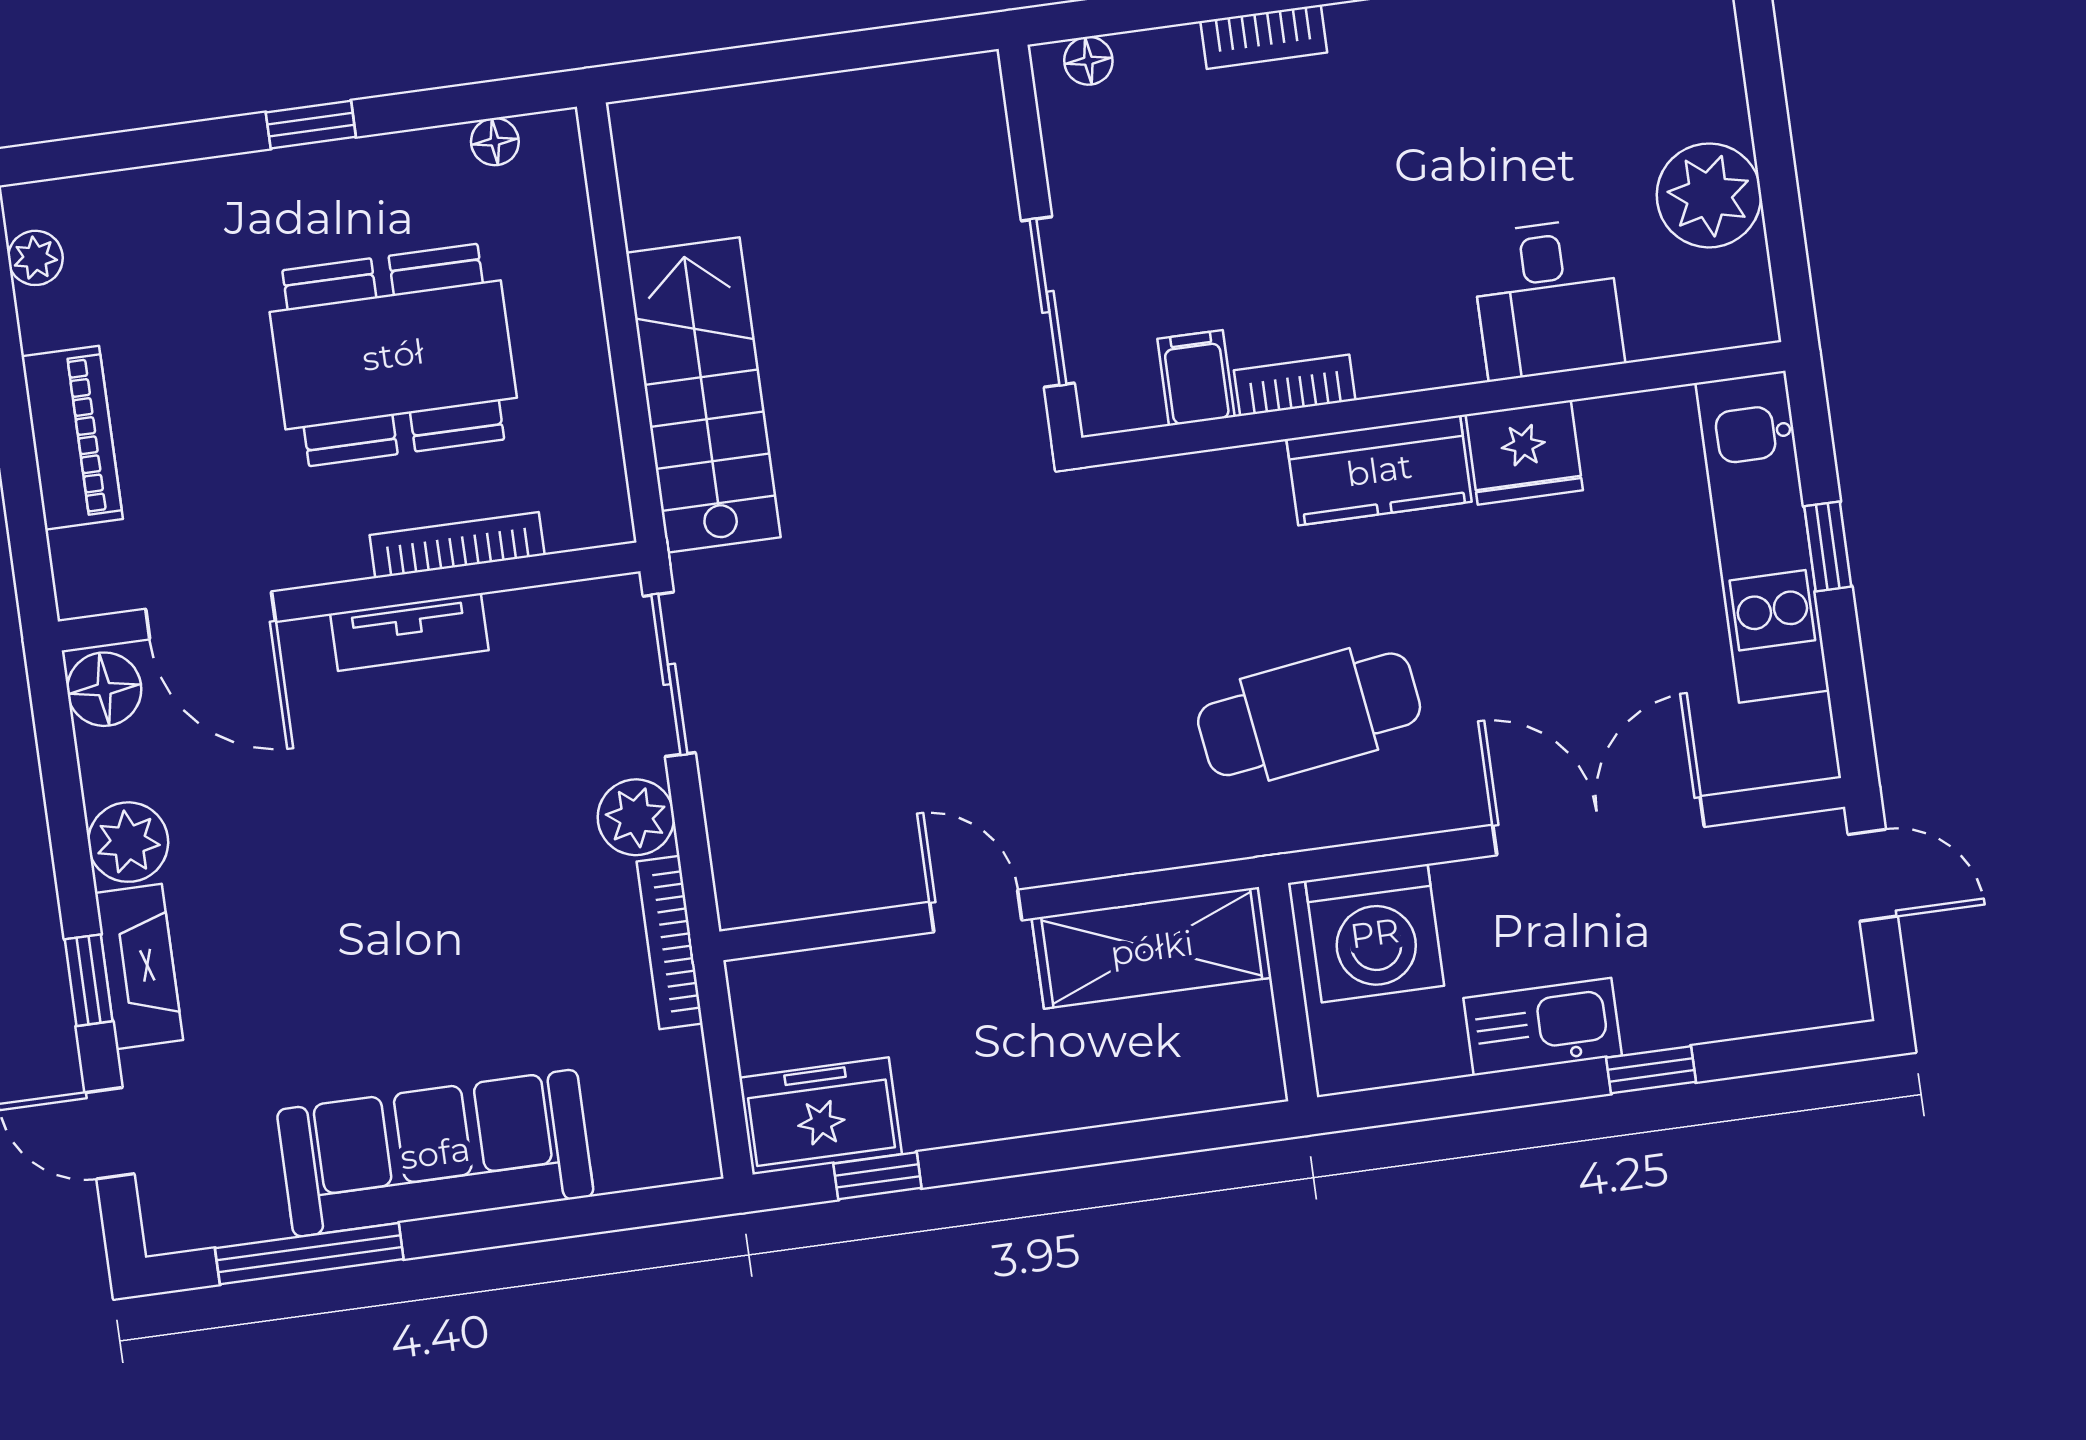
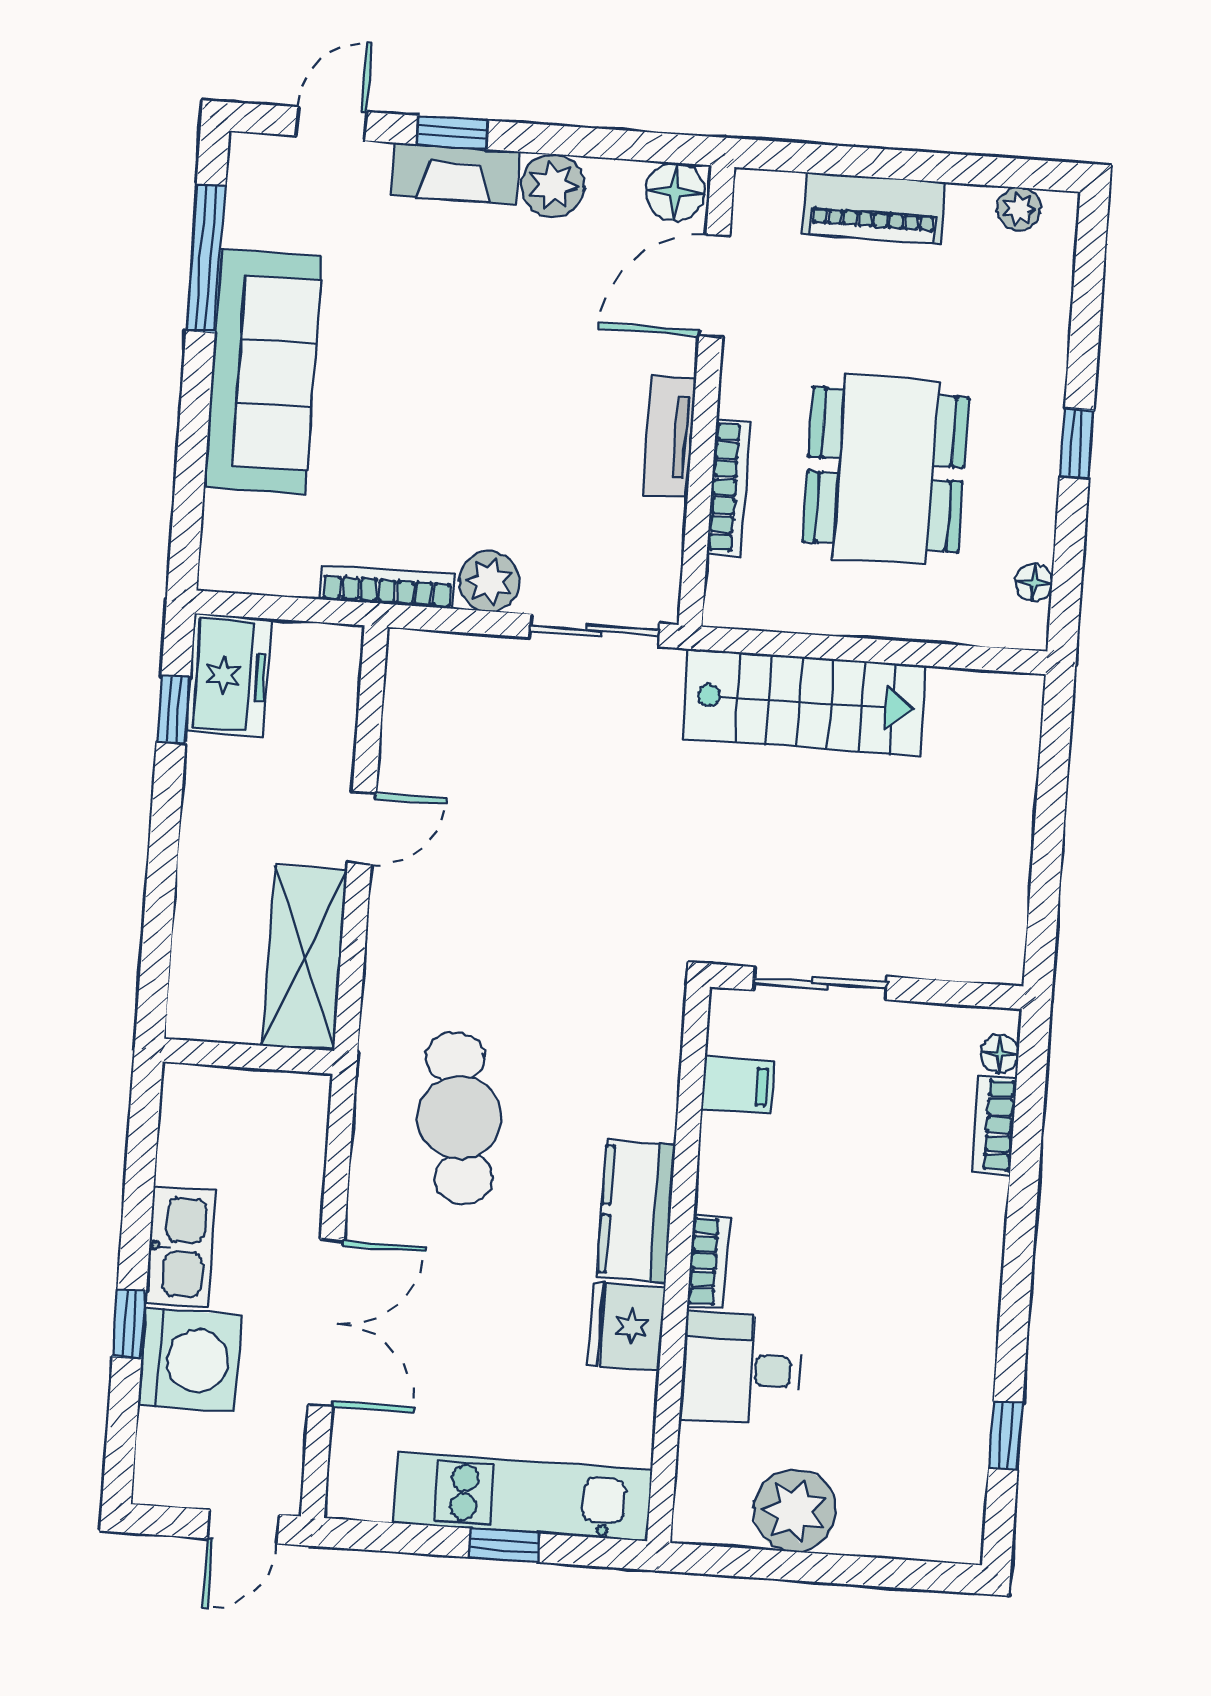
bookcase: (1264, 37) -> (994, 1125), moved
bookcase: (1295, 385) -> (708, 1262), moved
washing machine: (1375, 933) -> (190, 1360), moved, turned 180

